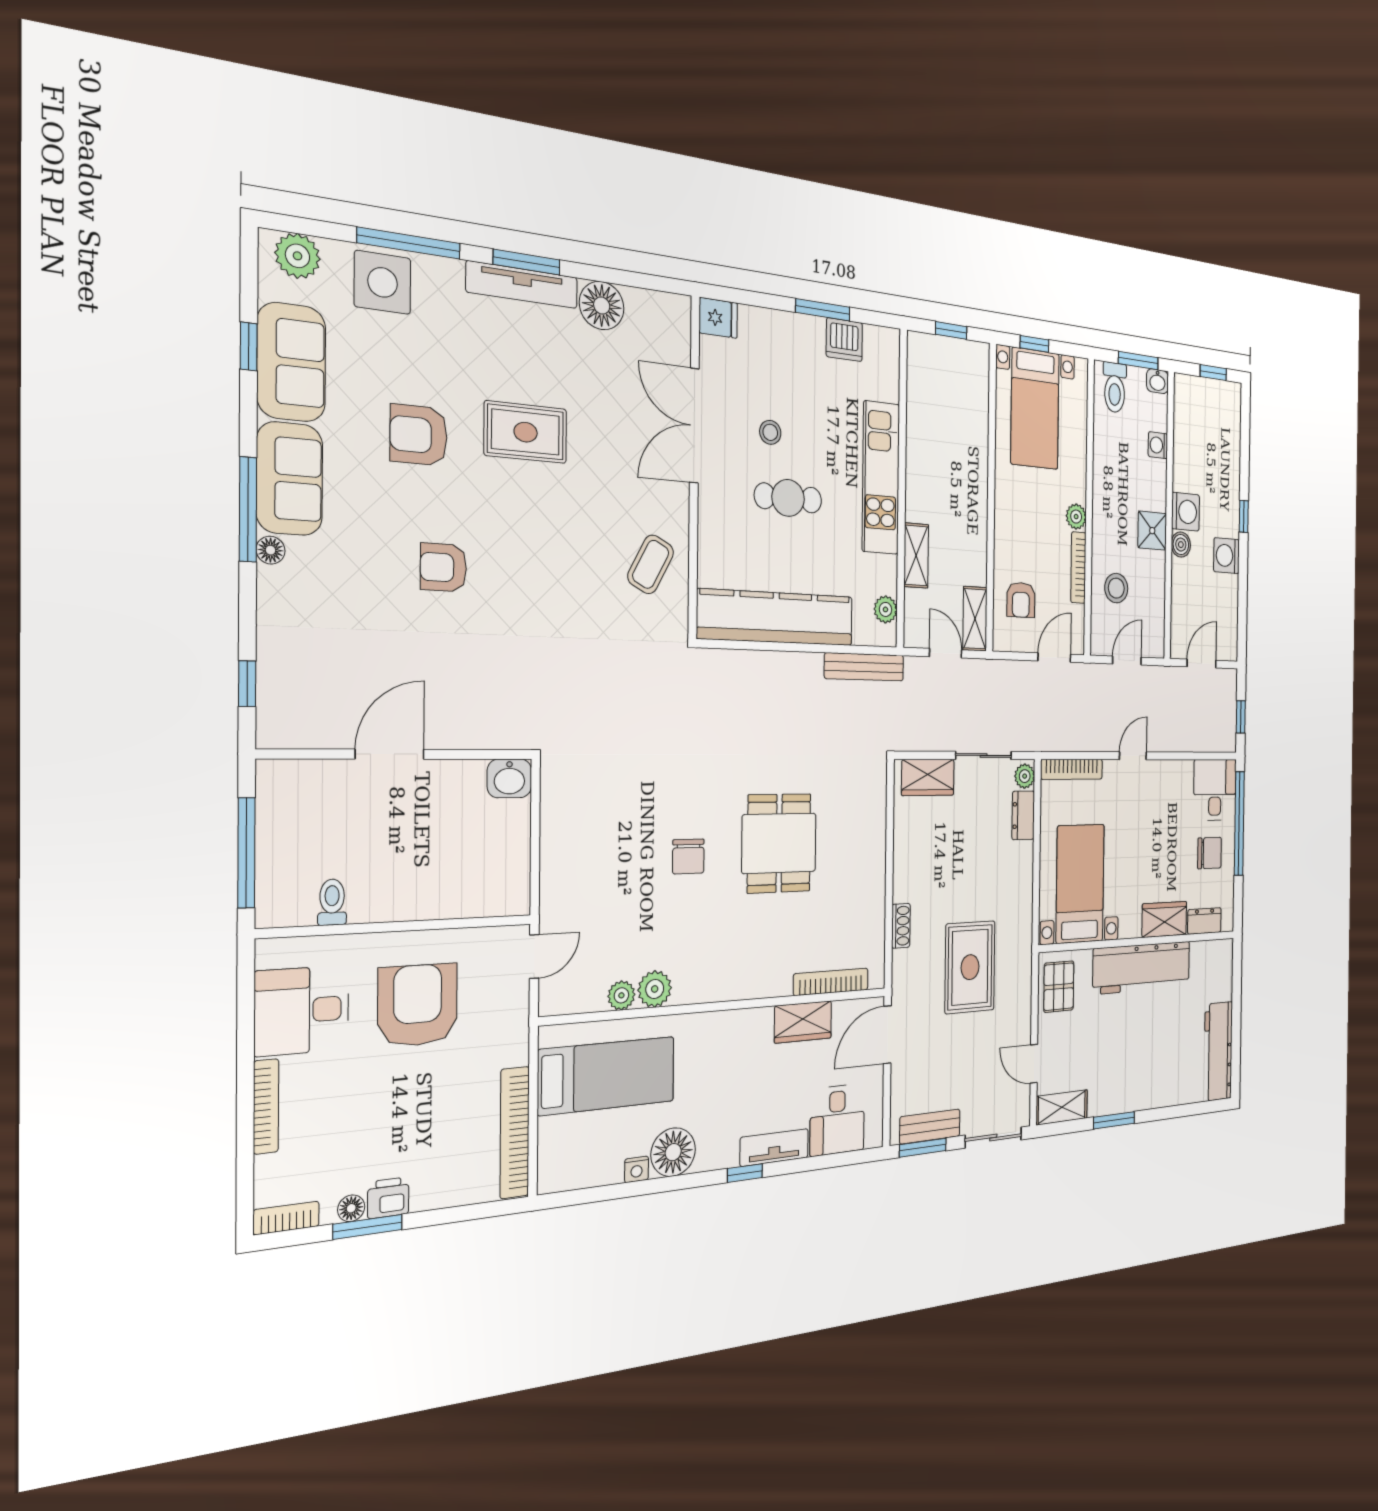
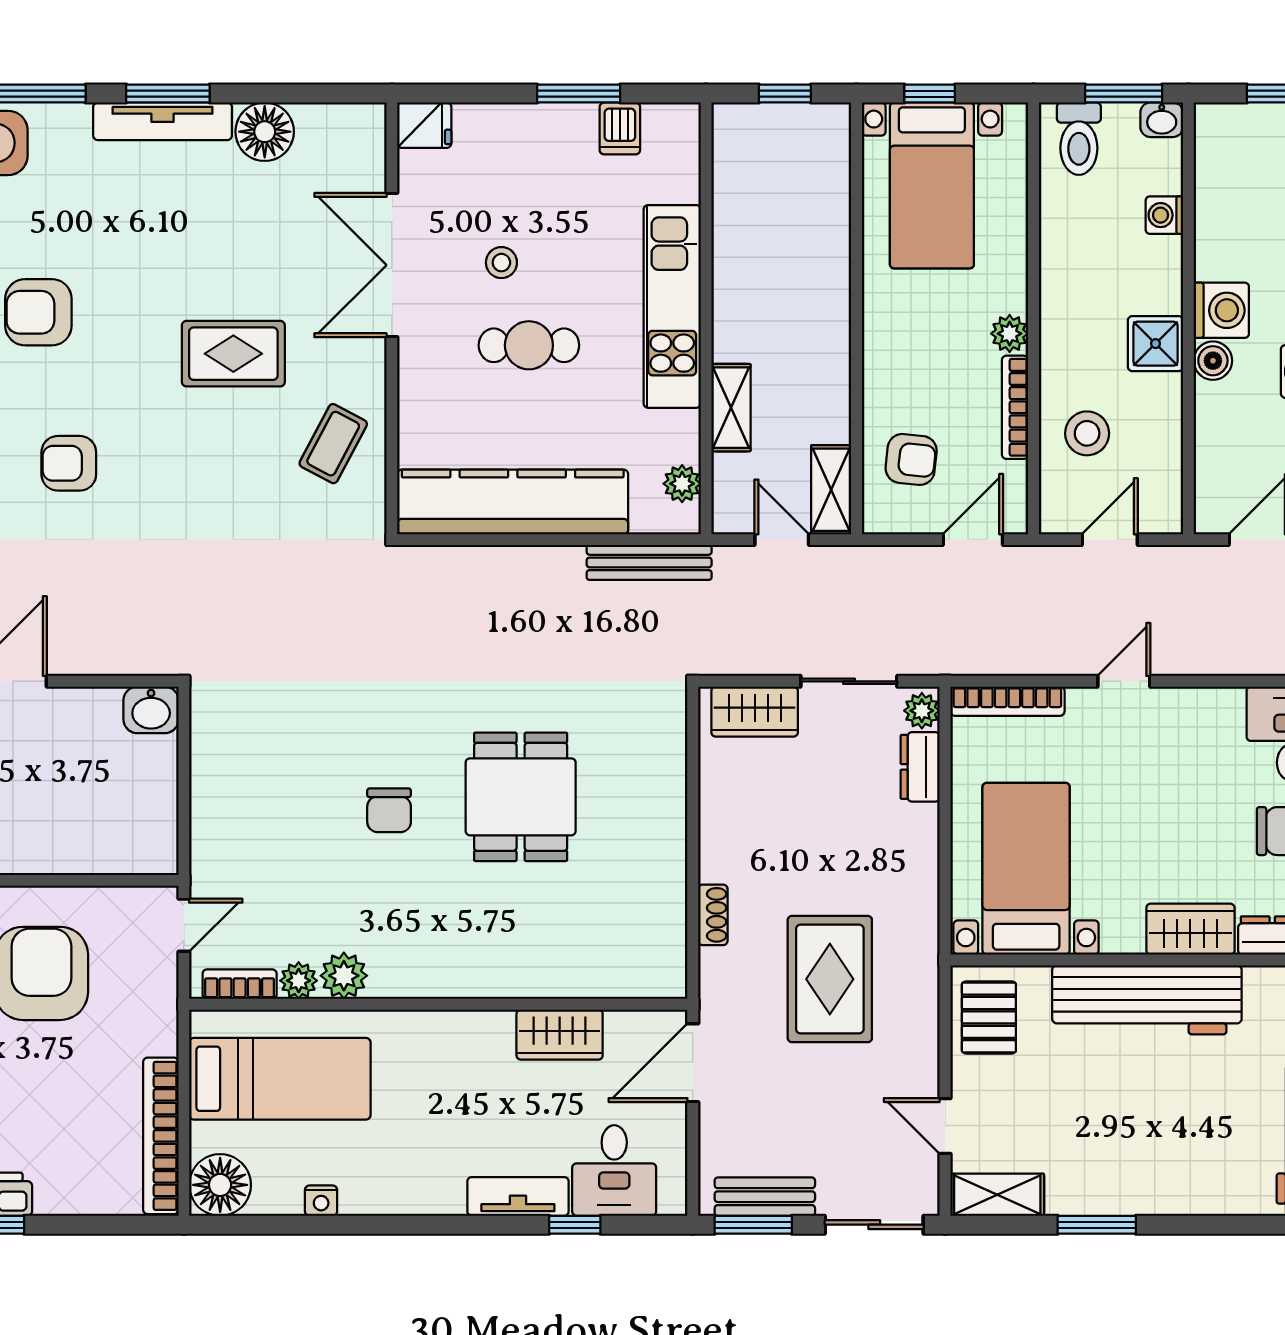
dishwasher: (844, 340) -> (620, 128), width x0.73
rug: (526, 432) -> (233, 354), moved
armchair: (1021, 600) -> (911, 459), turned -84
bookcase: (831, 982) -> (240, 984), moved, width x0.64
floor lamp: (673, 1152) -> (220, 1185), moved
window: (745, 1173) -> (575, 1225), moved

